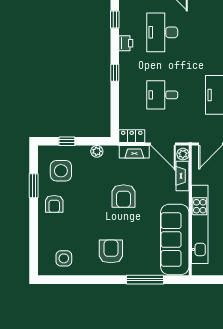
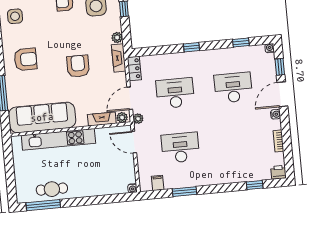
printer: (126, 43) -> (220, 55), removed
desk: (162, 95) -> (175, 93), width x1.37
plant: (186, 137) -> (138, 119), added
fireplace: (134, 152) -> (119, 58), moved
armchair: (124, 196) -> (78, 66), turned 90

